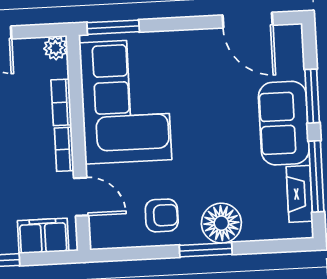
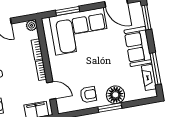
window: (113, 27) -> (68, 11), moved
window: (312, 96) -> (146, 17), moved
corner sofa: (125, 101) -> (80, 31), moved, turned 90

